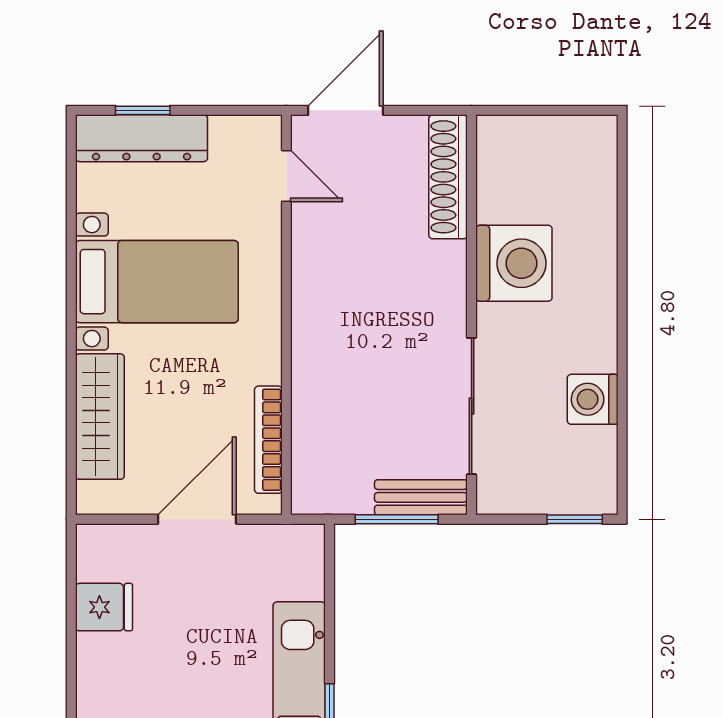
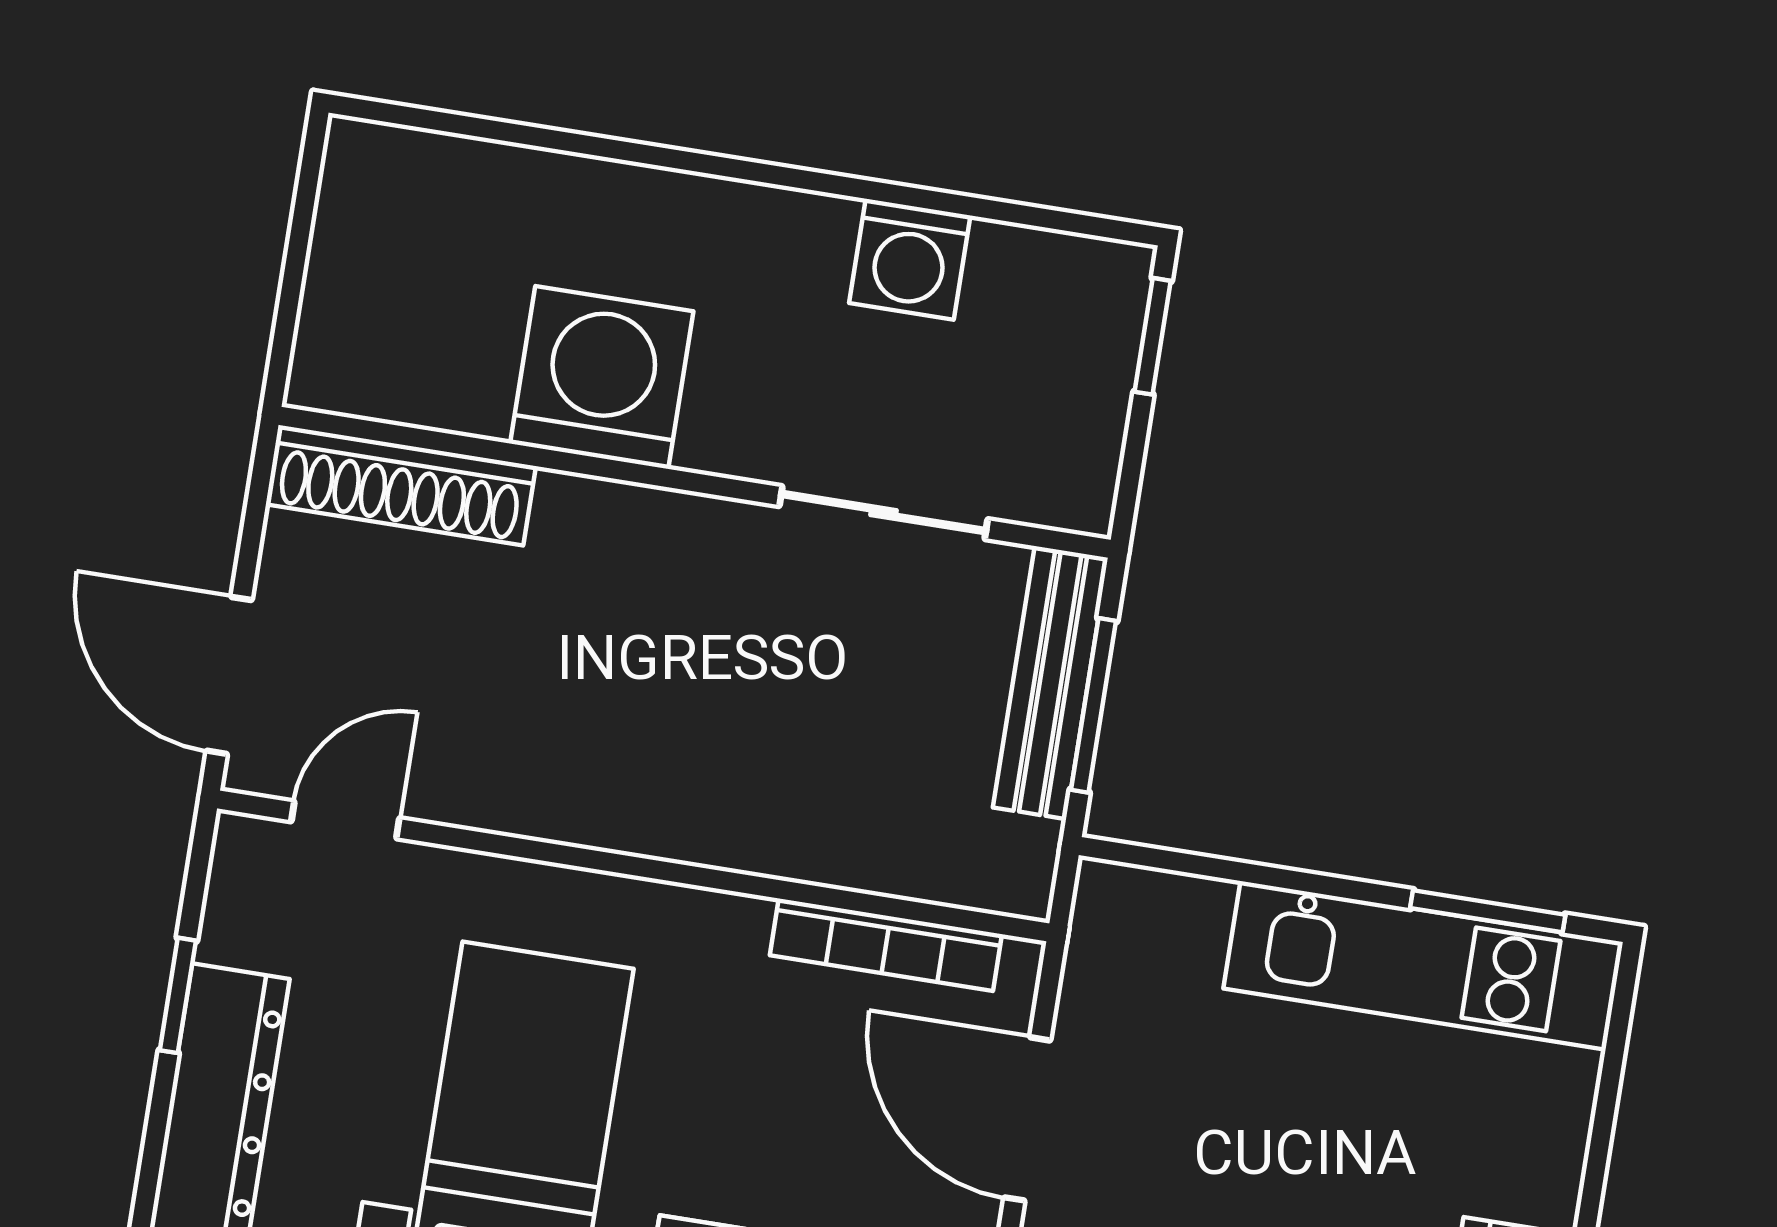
window: (143, 110) -> (178, 995), moved
sliding door: (472, 406) -> (884, 513), width x0.73
bench: (421, 497) -> (1050, 683), width x1.36

